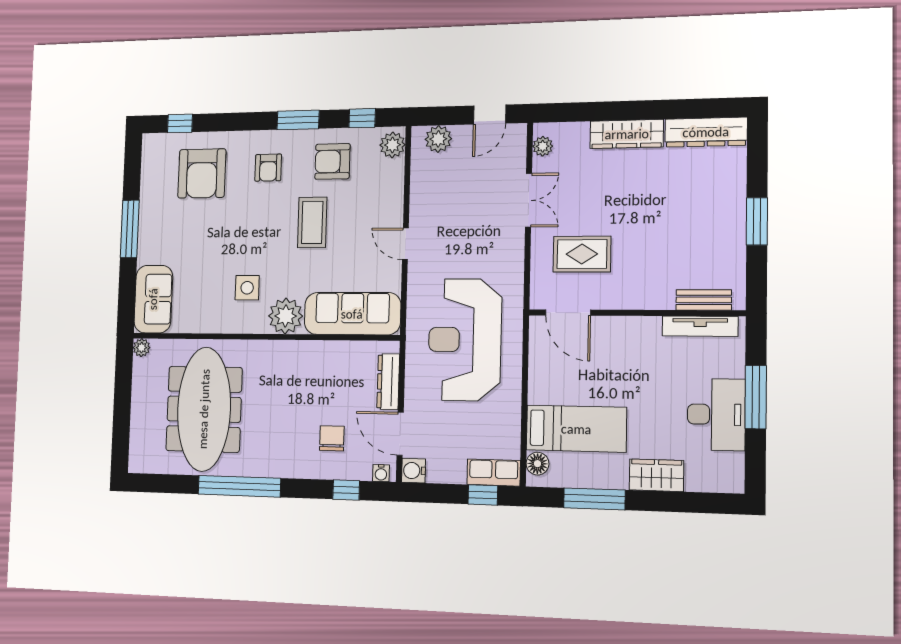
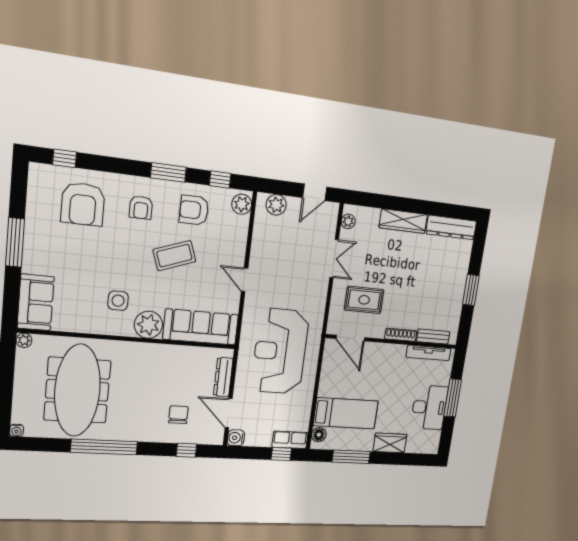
coffee table: (312, 222) -> (174, 256), turned 70
shoe rack: (648, 301) -> (401, 335), added
water cooler: (381, 473) -> (17, 430), moved

